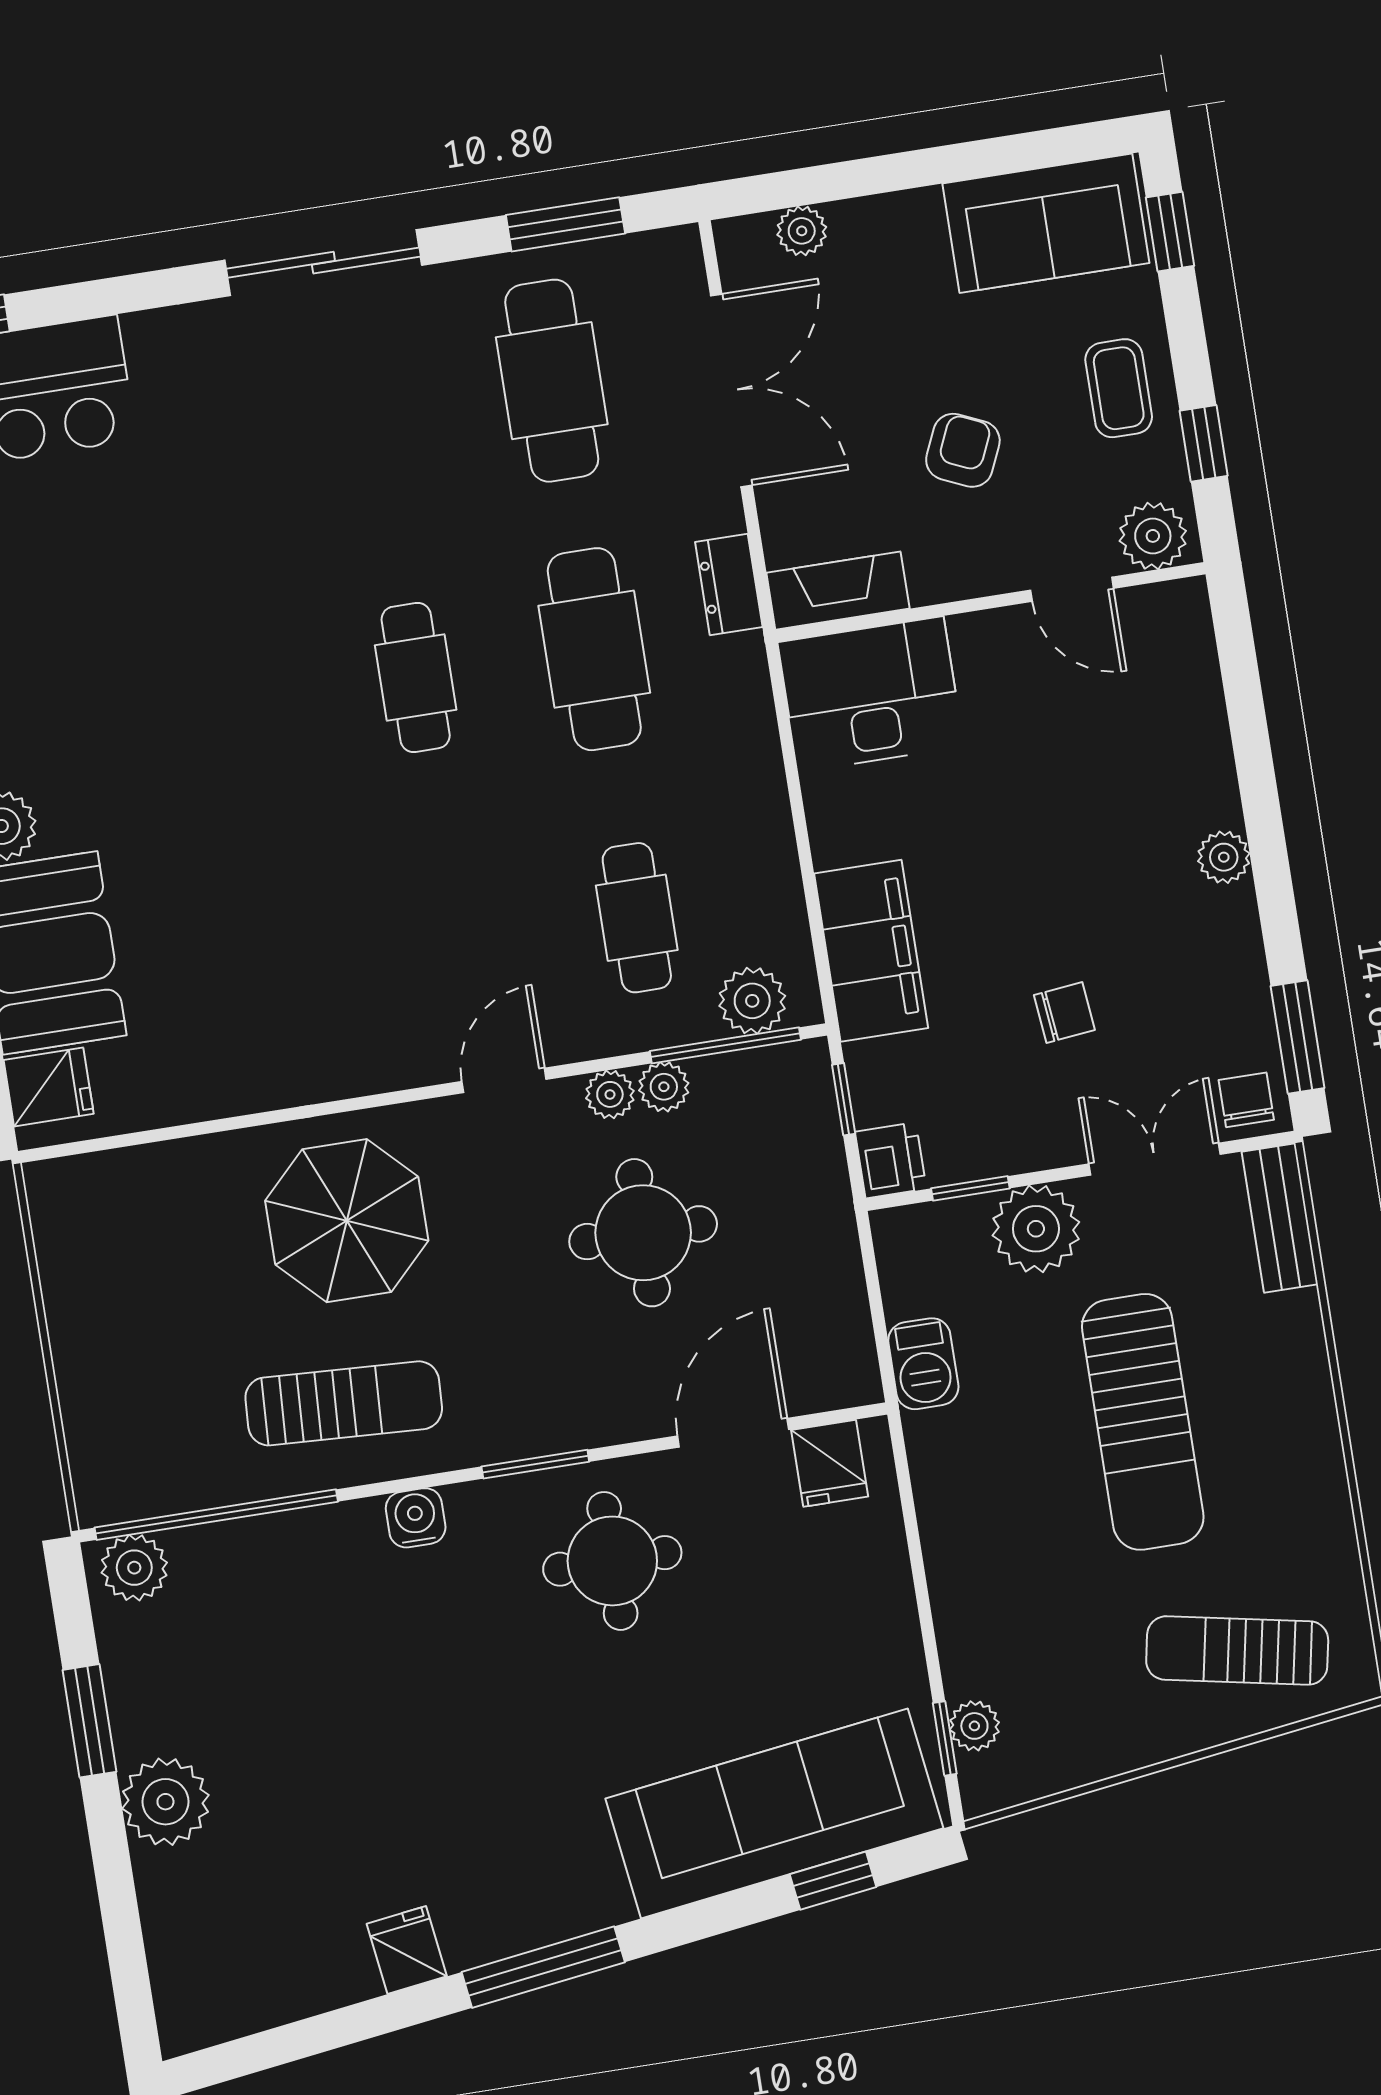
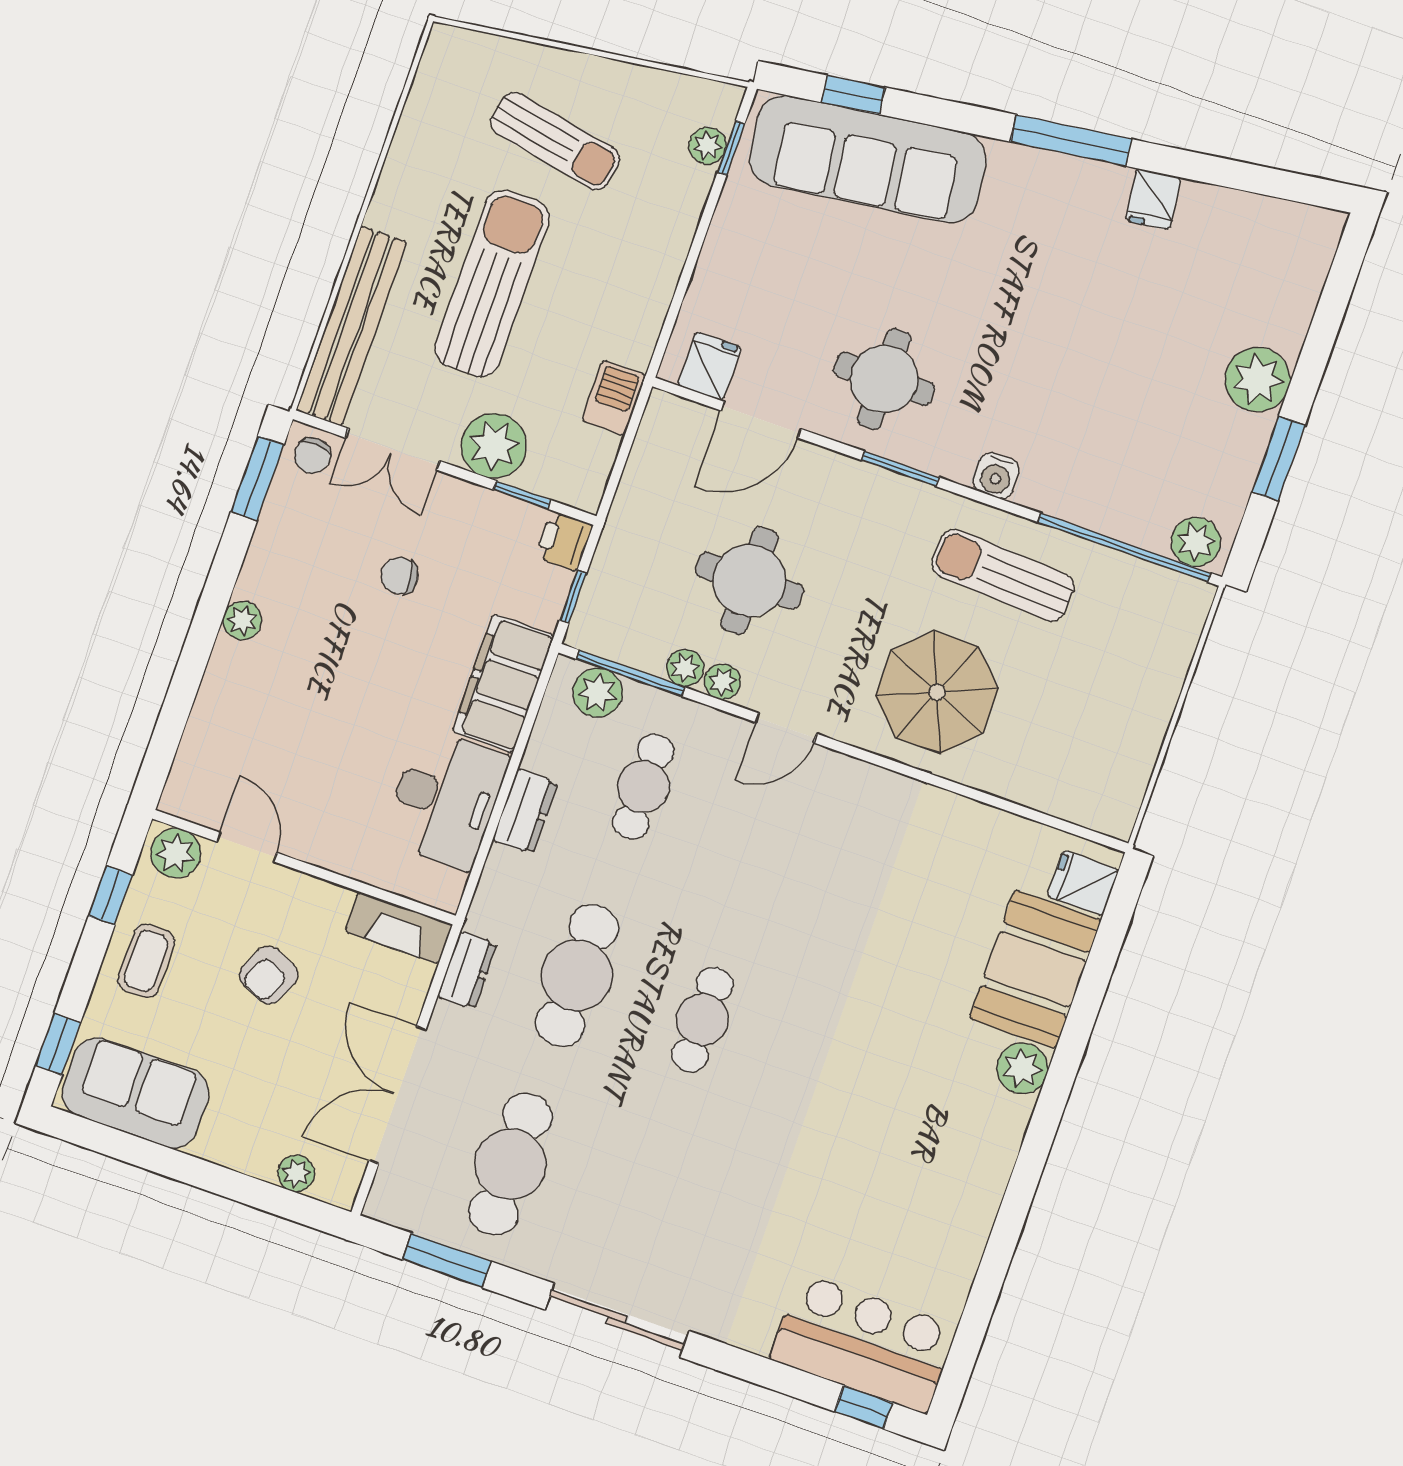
desk: (871, 694) -> (446, 799), moved, turned -90
dresser: (762, 812) -> (525, 811), added
bench: (1280, 1218) -> (351, 326), width x1.86, depth x1.21
sun lounger: (1237, 1650) -> (555, 141), moved

